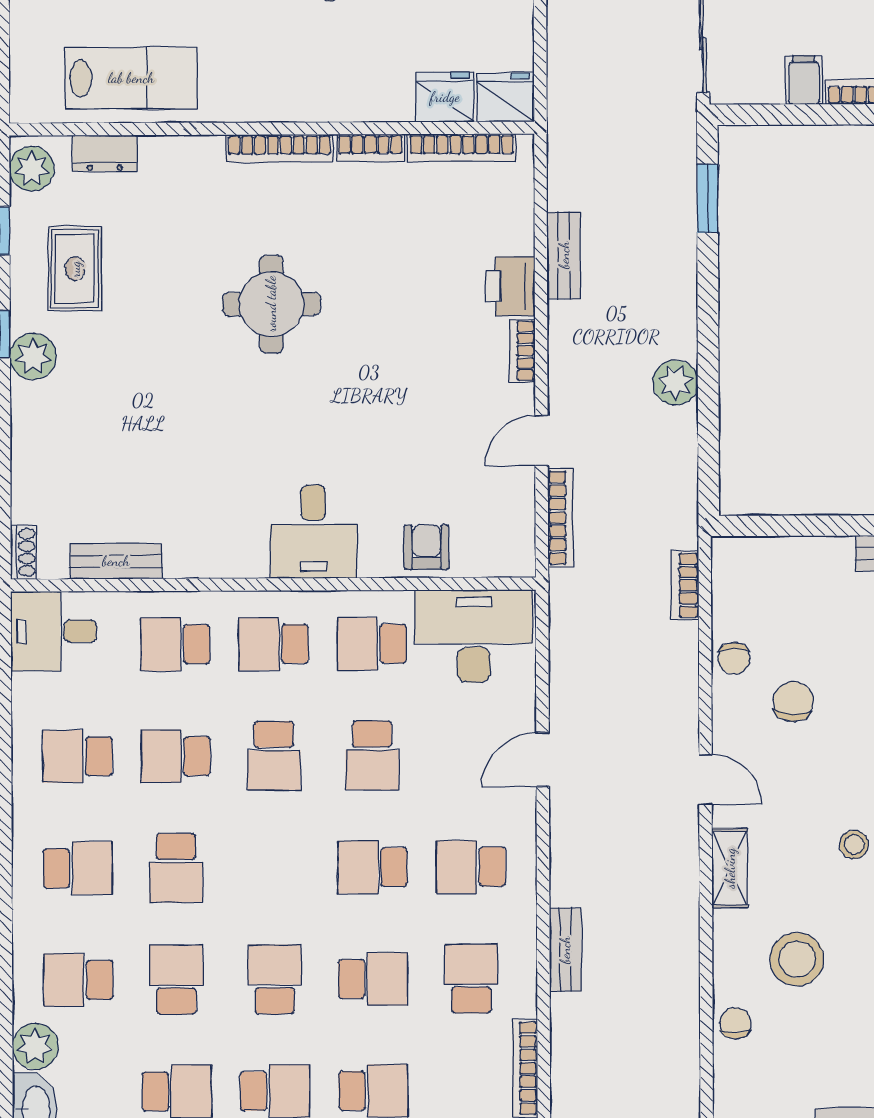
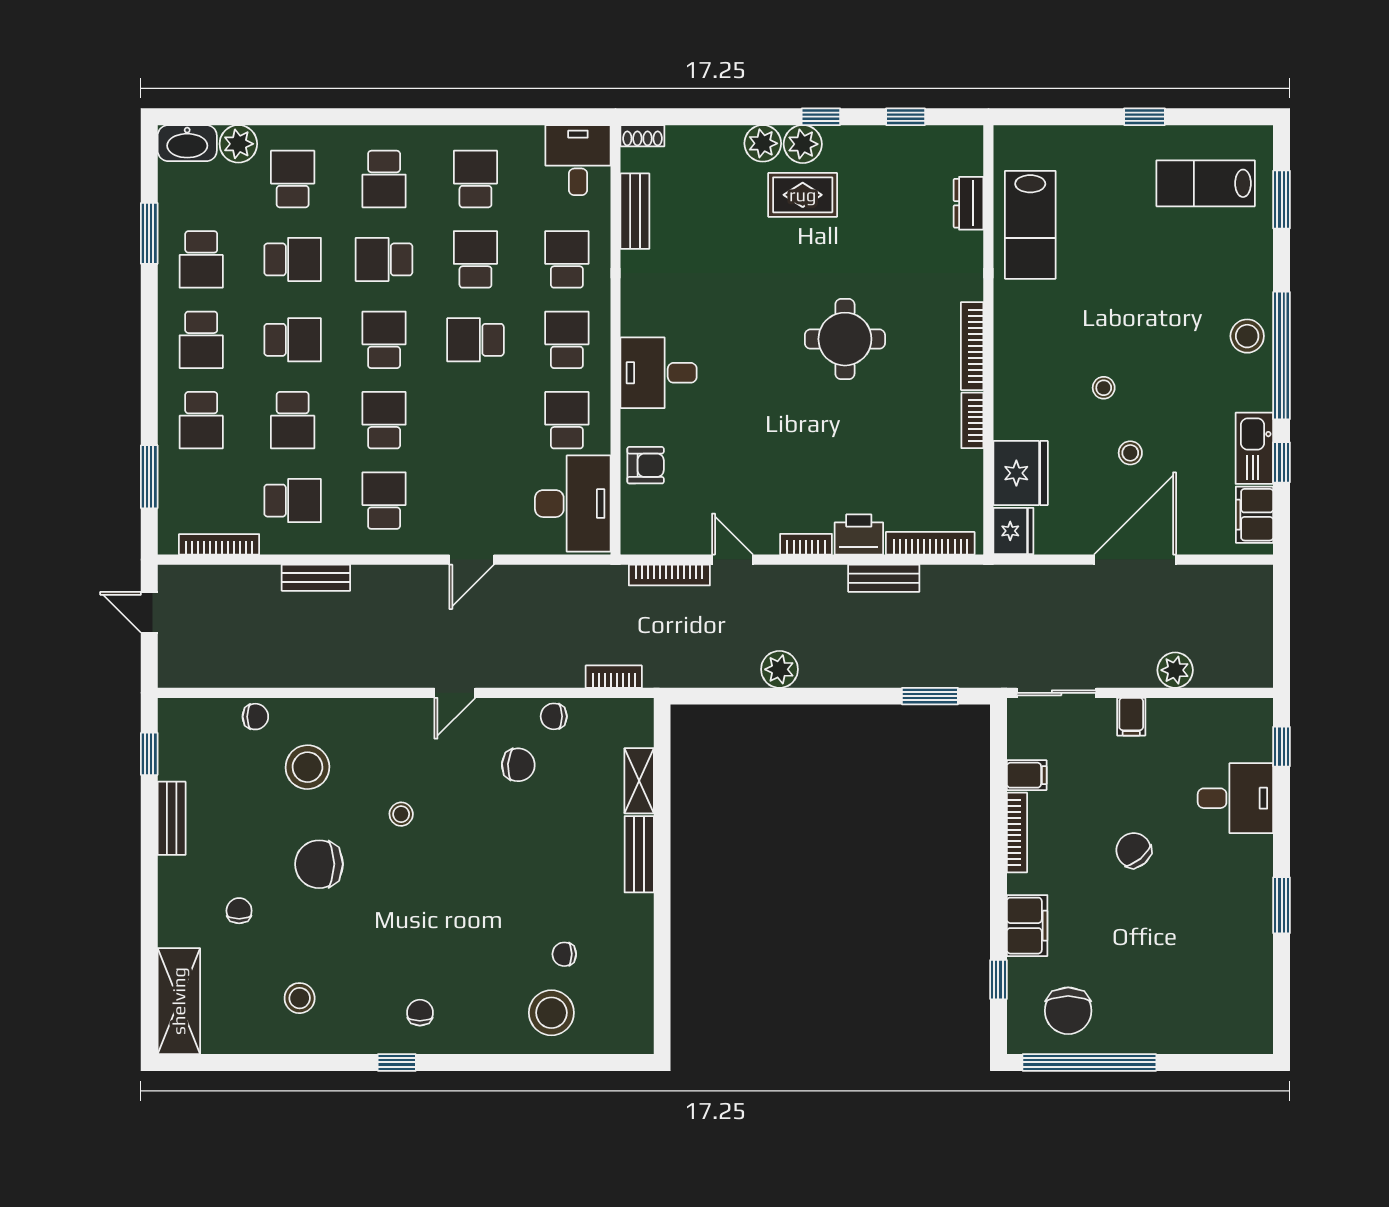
fridge: (445, 97) -> (1021, 473), width x1.36, depth x1.34
bookcase: (462, 148) -> (930, 543), moved, turned 90
plant: (32, 169) -> (763, 143), moved
rug: (75, 269) -> (803, 195), moved
school desk: (372, 755) -> (384, 340), moved, turned 90
door: (543, 760) -> (472, 560), swing flipped
shelving: (730, 868) -> (639, 781), moved, turned 90

